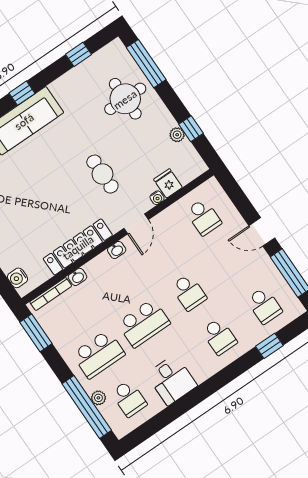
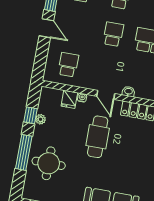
window: (146, 64) -> (24, 152), moved
cafe table: (102, 174) -> (98, 137), width x1.37, depth x1.35
door: (136, 224) -> (106, 95), swing flipped

